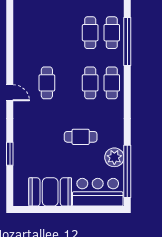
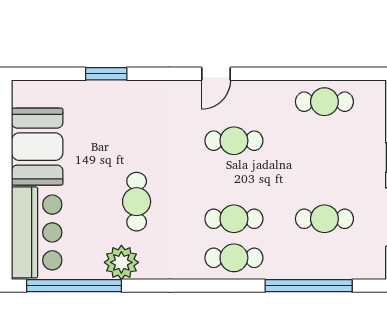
cafe table: (112, 33) -> (324, 102), moved
plant: (114, 157) -> (121, 262), moved

